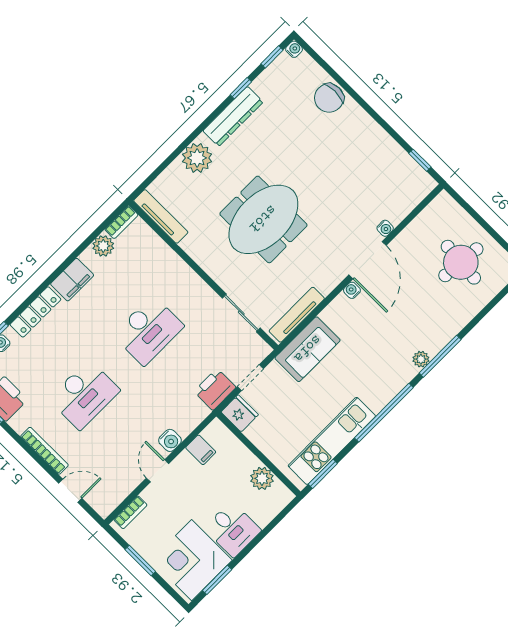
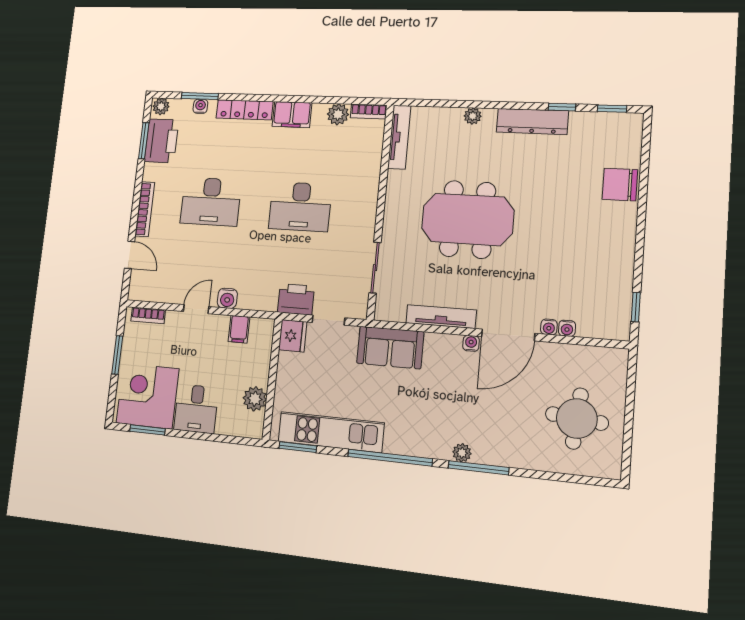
water cooler: (294, 49) -> (567, 328), moved, turned 90
plant: (197, 158) -> (473, 116), width x0.53, depth x0.53
tv unit: (297, 315) -> (441, 317), moved

